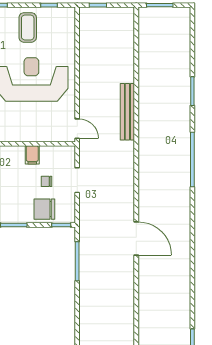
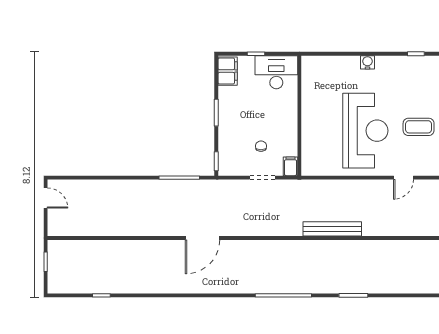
door: (77, 129) -> (403, 178), moved
filing cabinet: (32, 155) -> (290, 166), moved, turned 90
chair: (44, 209) -> (233, 144), removed

